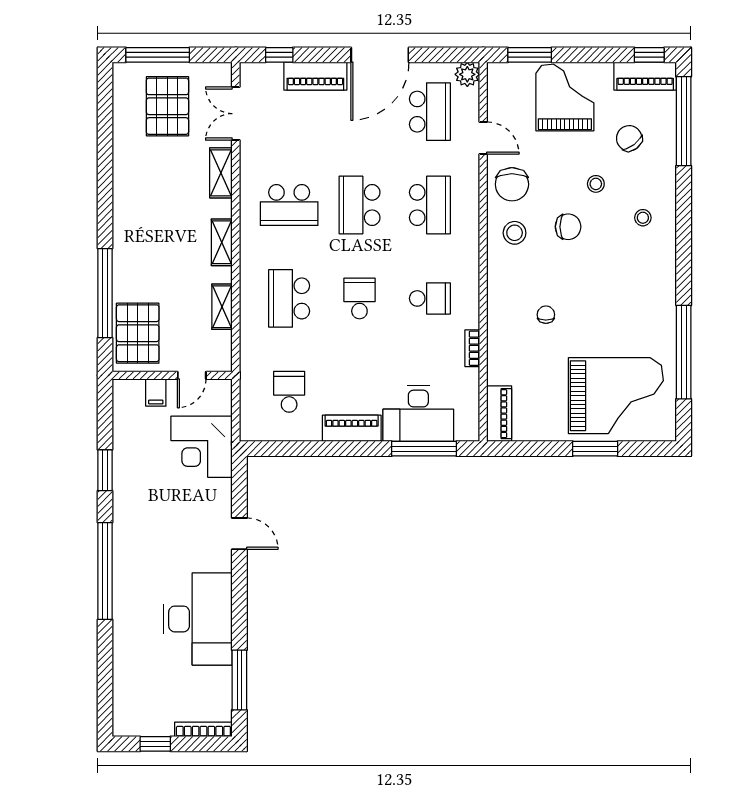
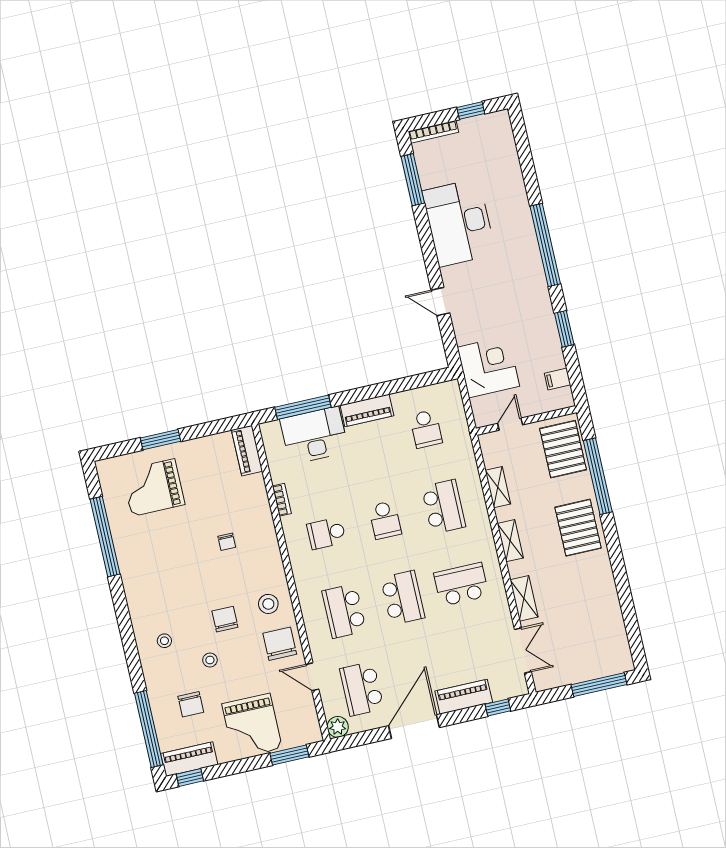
pallet: (167, 106) -> (578, 528), moved
chair: (629, 138) -> (191, 704), turned 37
chair: (568, 227) -> (225, 619), turned 90
filing cabinet: (156, 393) -> (558, 379), moved, turned -90
grand piano: (616, 396) -> (153, 488), width x0.73, depth x0.68

